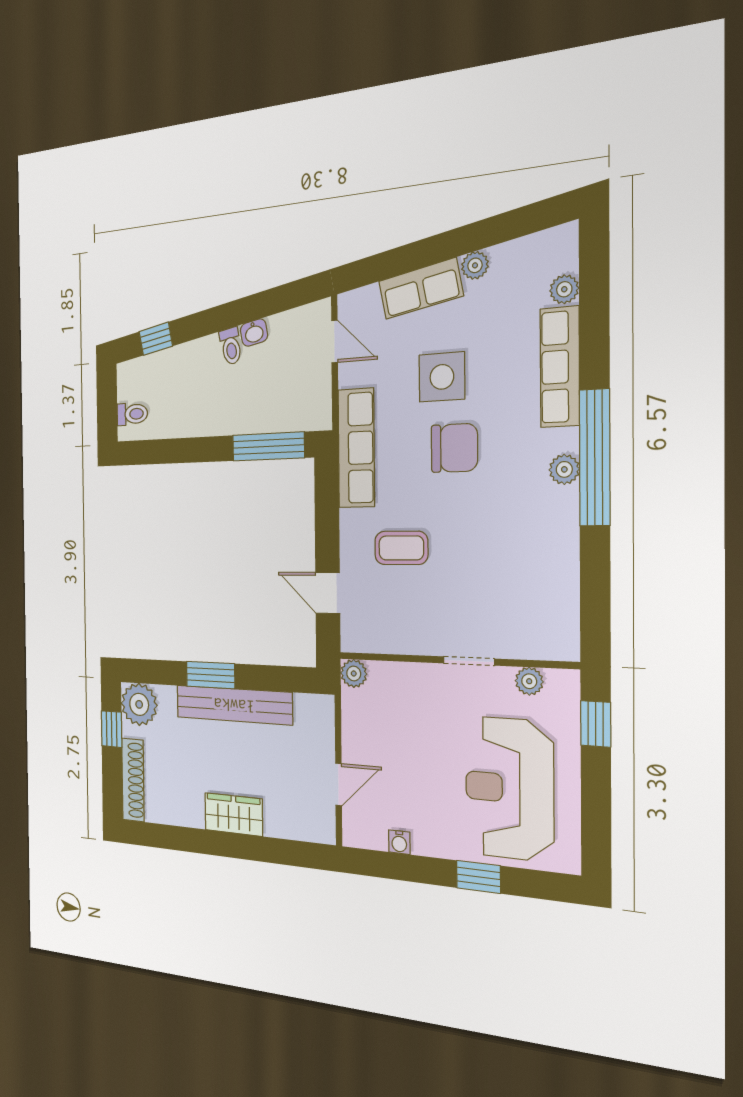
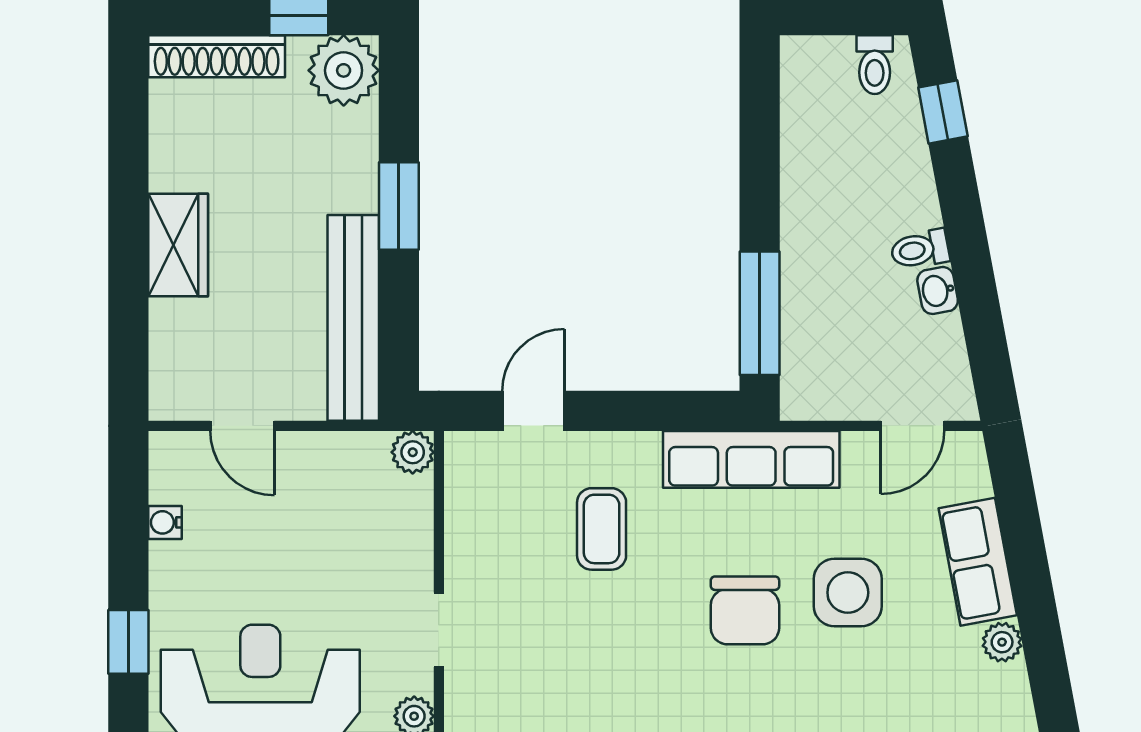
toilet: (132, 414) -> (875, 65), moved
bench: (234, 705) -> (353, 318), moved

